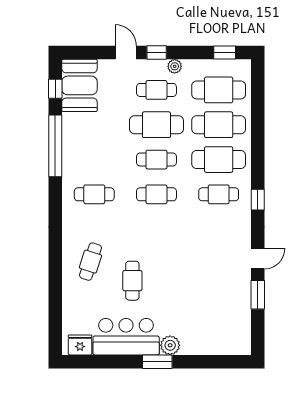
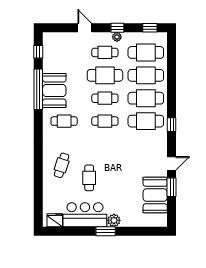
window: (157, 53) -> (117, 28), moved
booth: (79, 85) -> (54, 91), moved
cafe table: (219, 194) -> (146, 121), width x1.37, depth x1.35
booth: (233, 307) -> (155, 195), added

